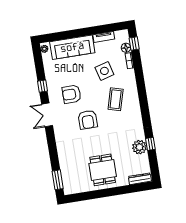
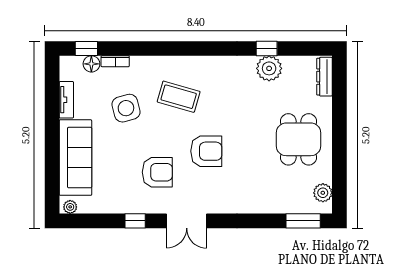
armchair: (72, 94) -> (157, 172), turned -90
dining table: (103, 170) -> (298, 139), turned 90
plant: (75, 188) -> (323, 193), added

